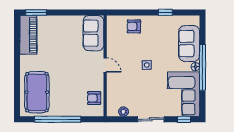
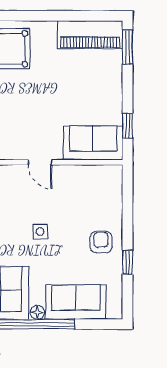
window: (83, 12) -> (128, 126), added
armchair: (134, 26) -> (101, 242), moved
door: (105, 65) -> (40, 162), hinge flipped

